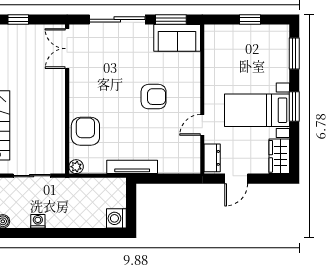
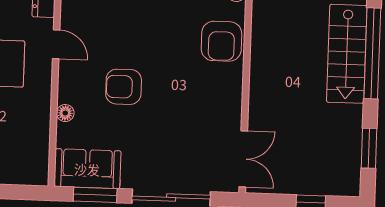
floor lamp: (194, 77) -> (65, 113), added
door: (202, 125) -> (56, 44), hinge flipped

